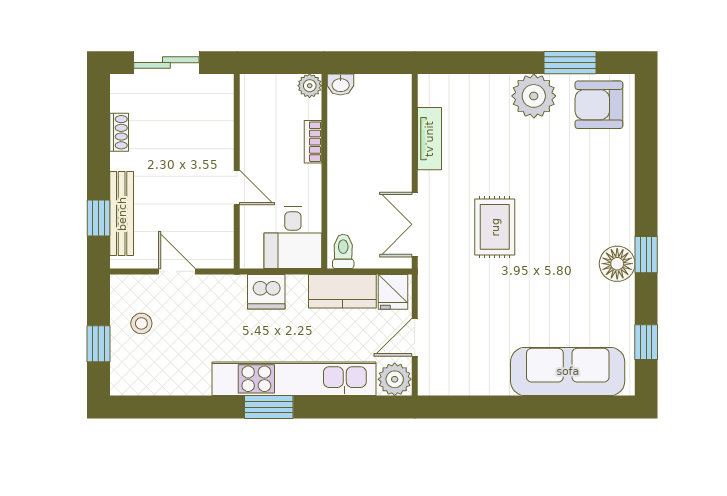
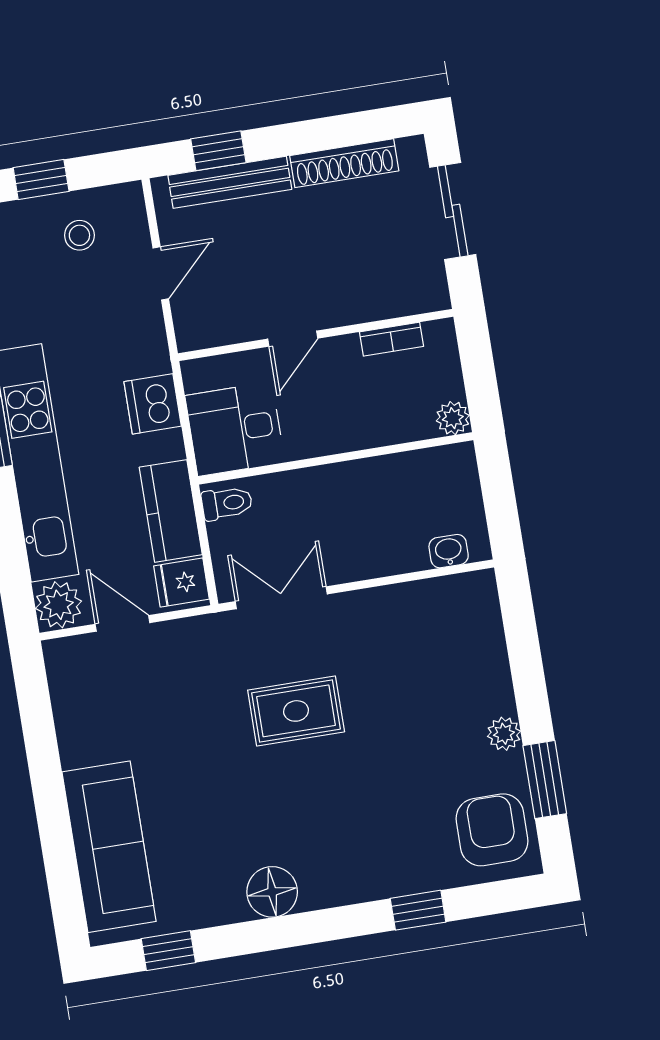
washbasin: (341, 85) -> (449, 551), moved, turned 90
plant: (534, 96) -> (504, 734), width x0.53, depth x0.53
shoe rack: (119, 132) -> (344, 163), width x1.94, depth x1.24
tv unit: (429, 139) -> (405, 599), removed
bookcase: (313, 142) -> (391, 339), moved, turned 180
window: (646, 255) -> (418, 910), moved

